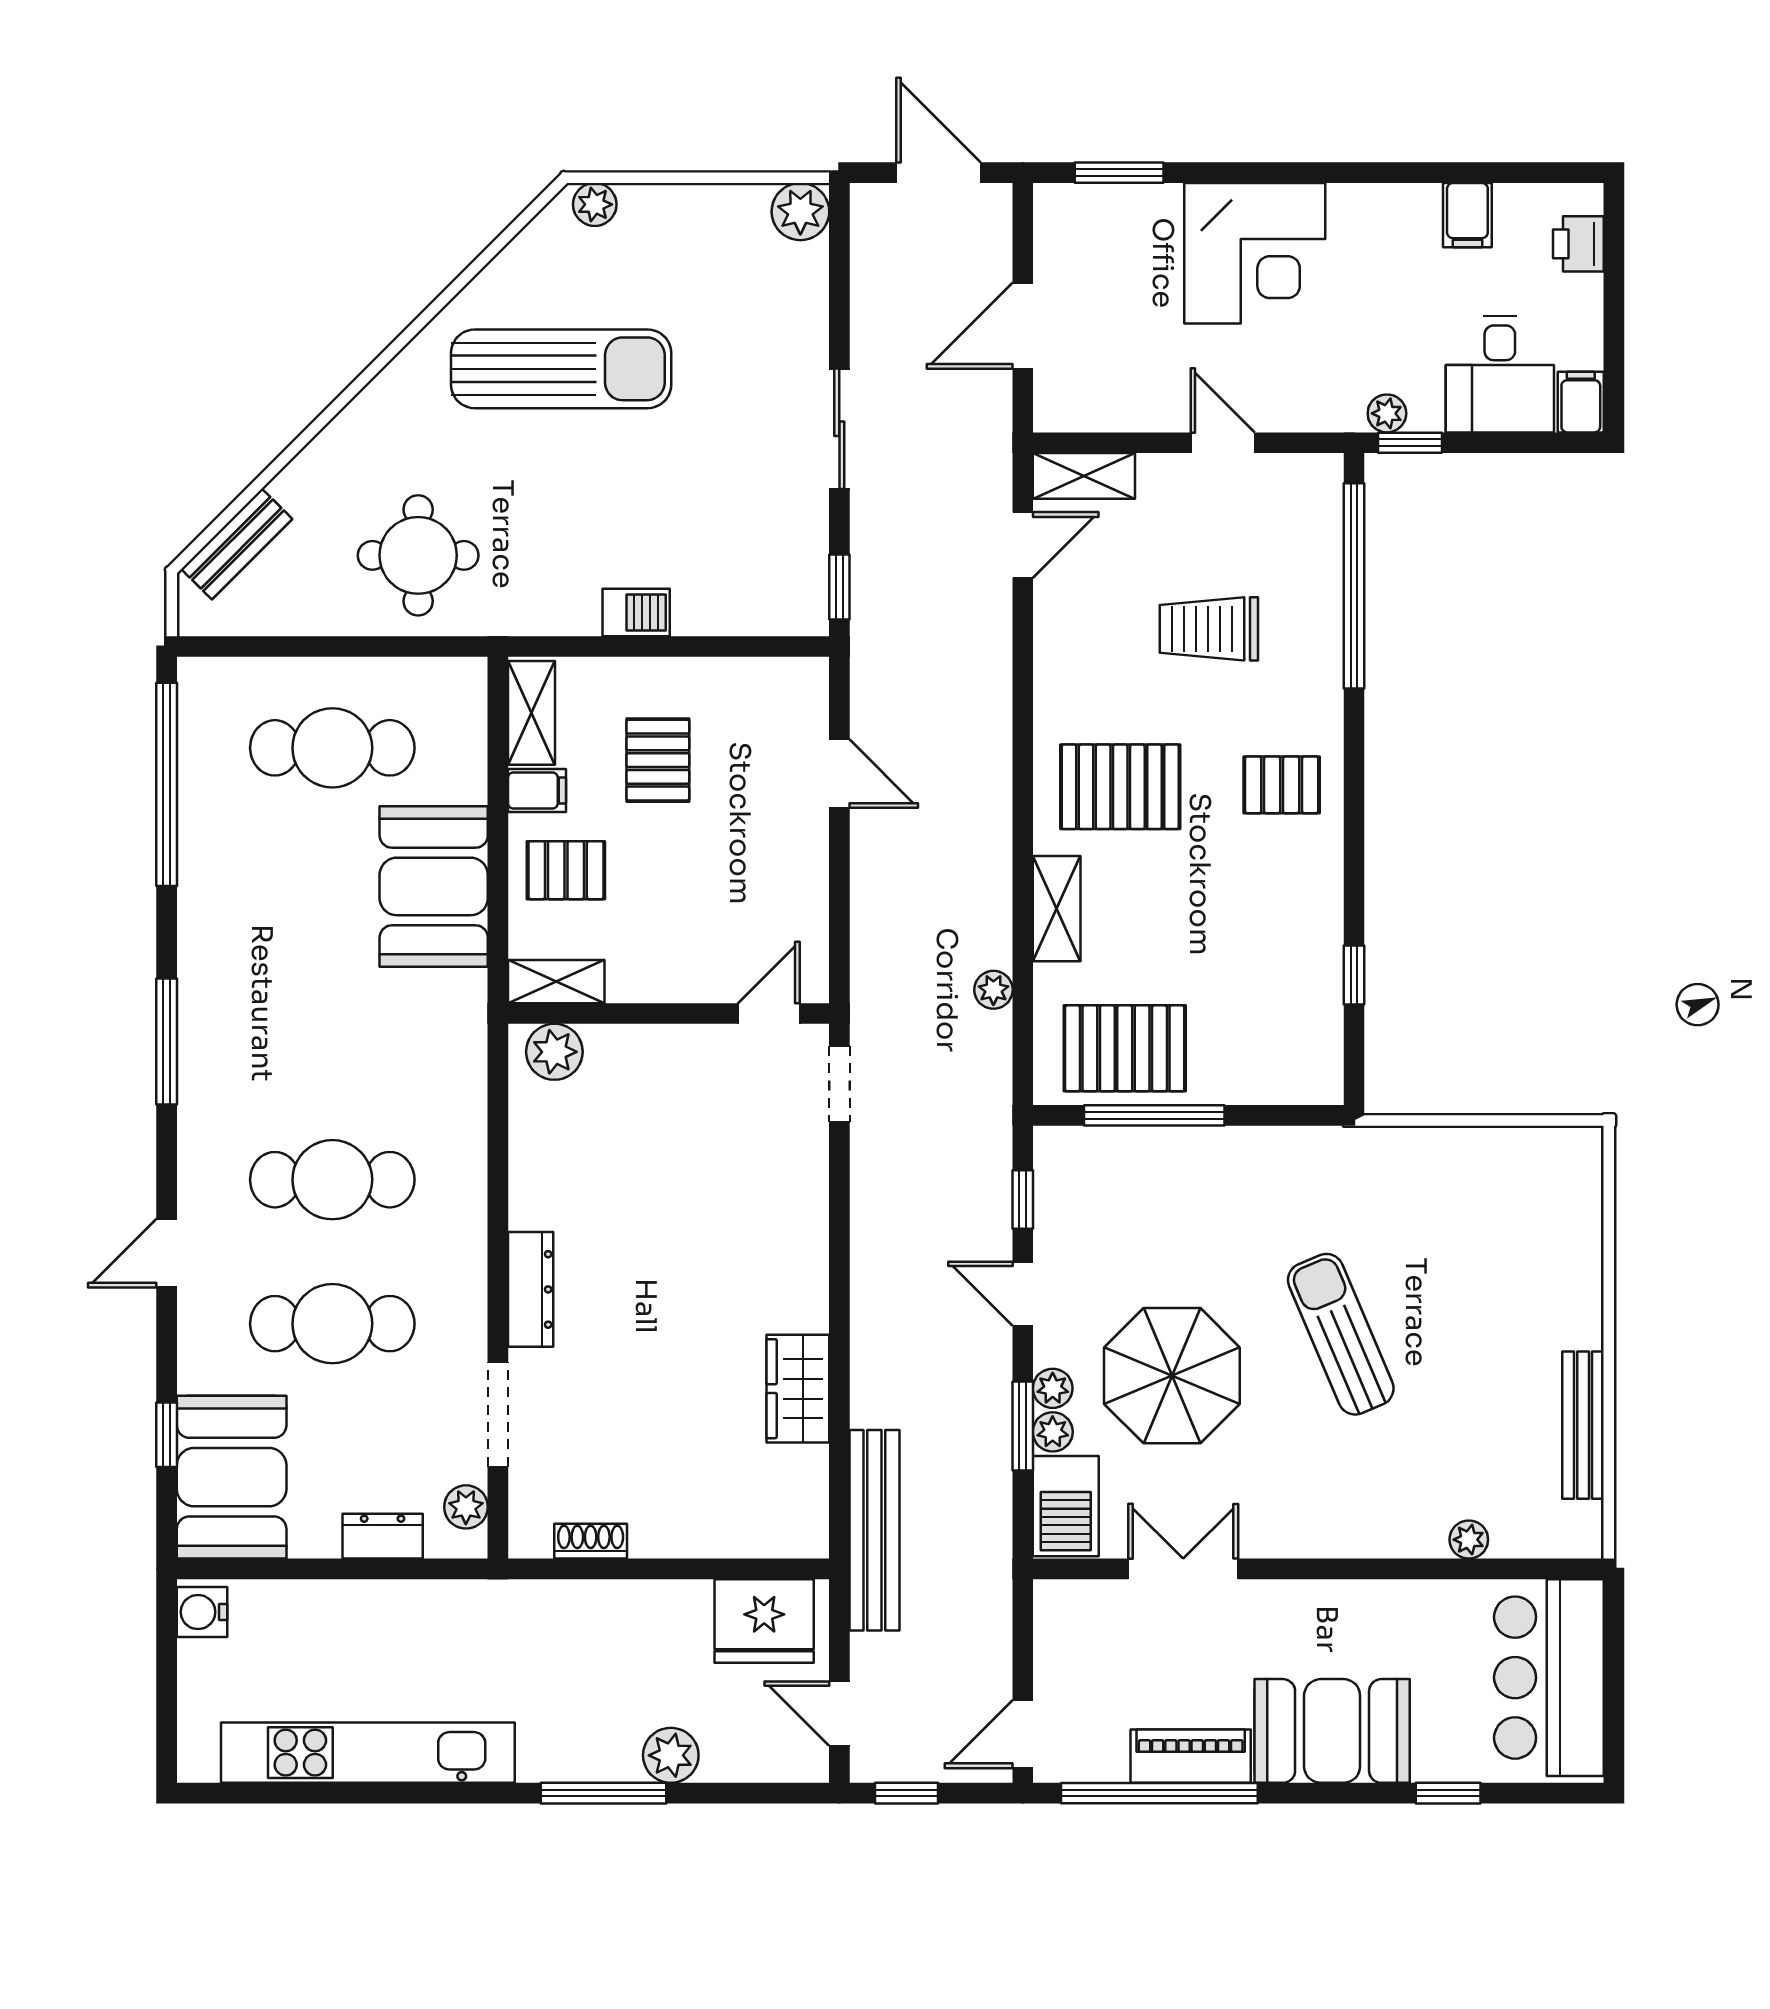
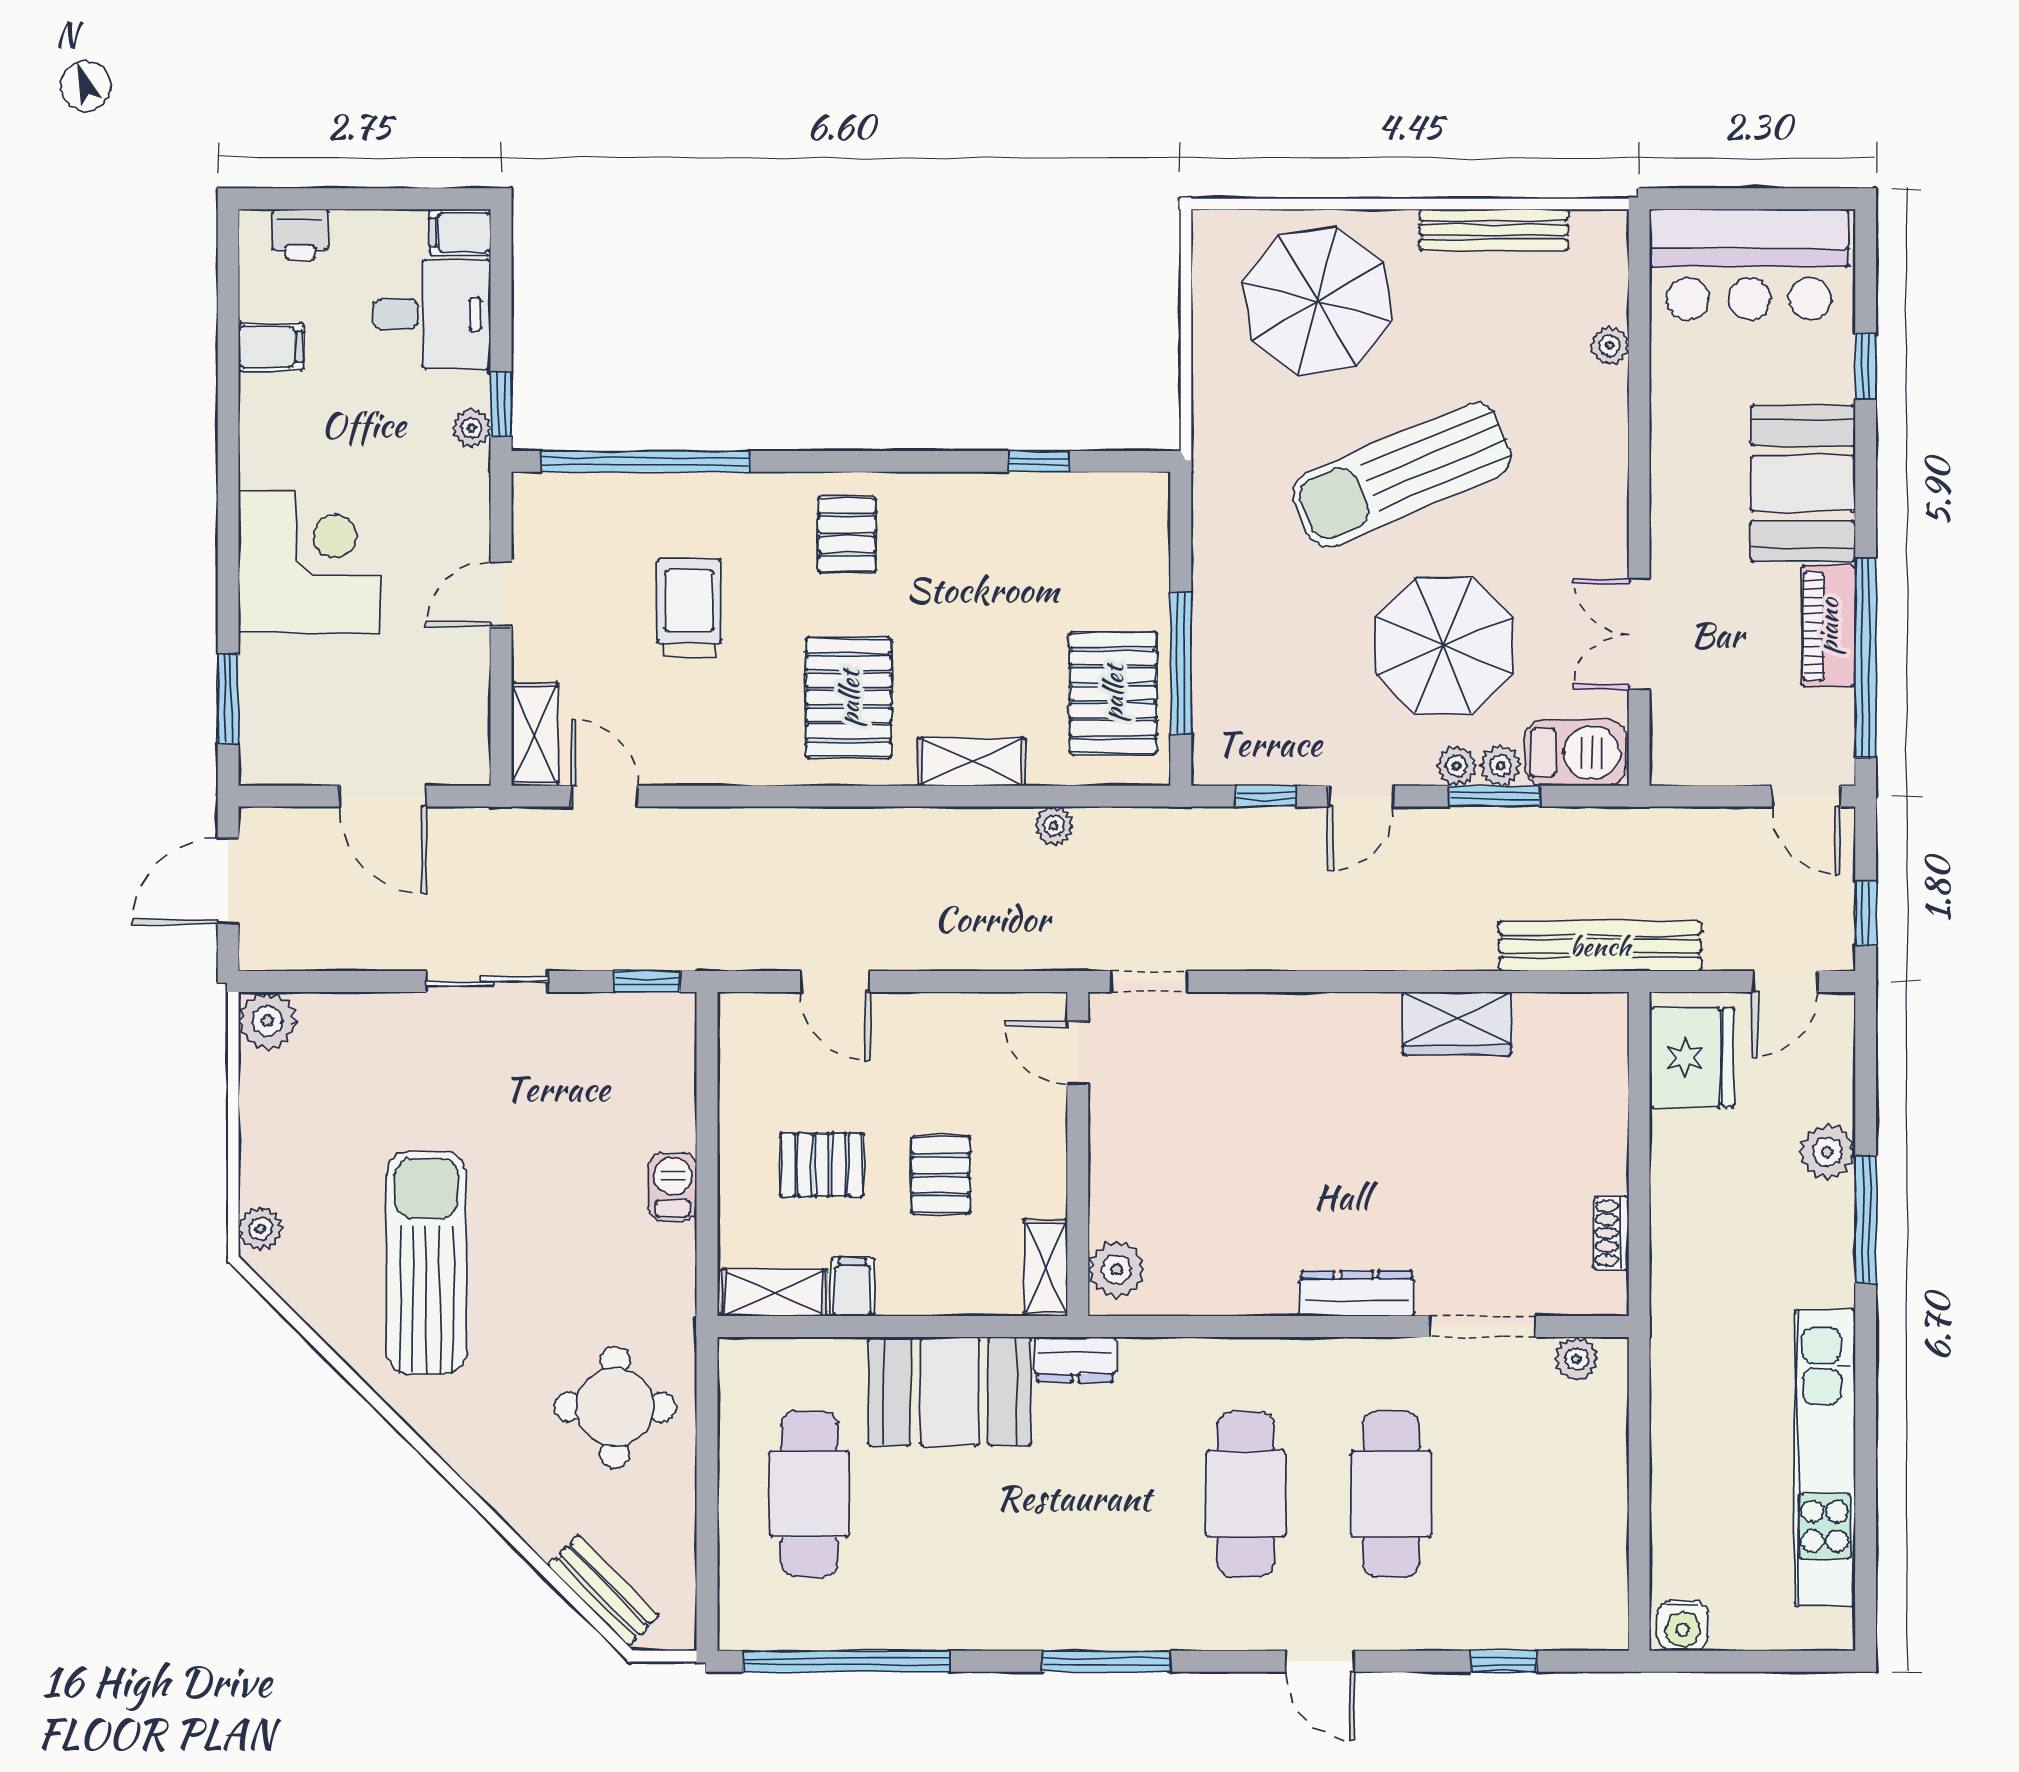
trolley: (1209, 629) -> (689, 608), turned 180
door: (839, 774) -> (835, 982), swing flipped
pallet: (566, 870) -> (941, 1175), moved
parasol: (1513, 1251) -> (1317, 301), added
sun lounger: (1341, 1334) -> (1402, 475), width x1.36, depth x1.34
booth: (232, 1477) -> (1546, 1596), removed
dresser: (383, 1536) -> (1075, 1360), moved, turned -90

